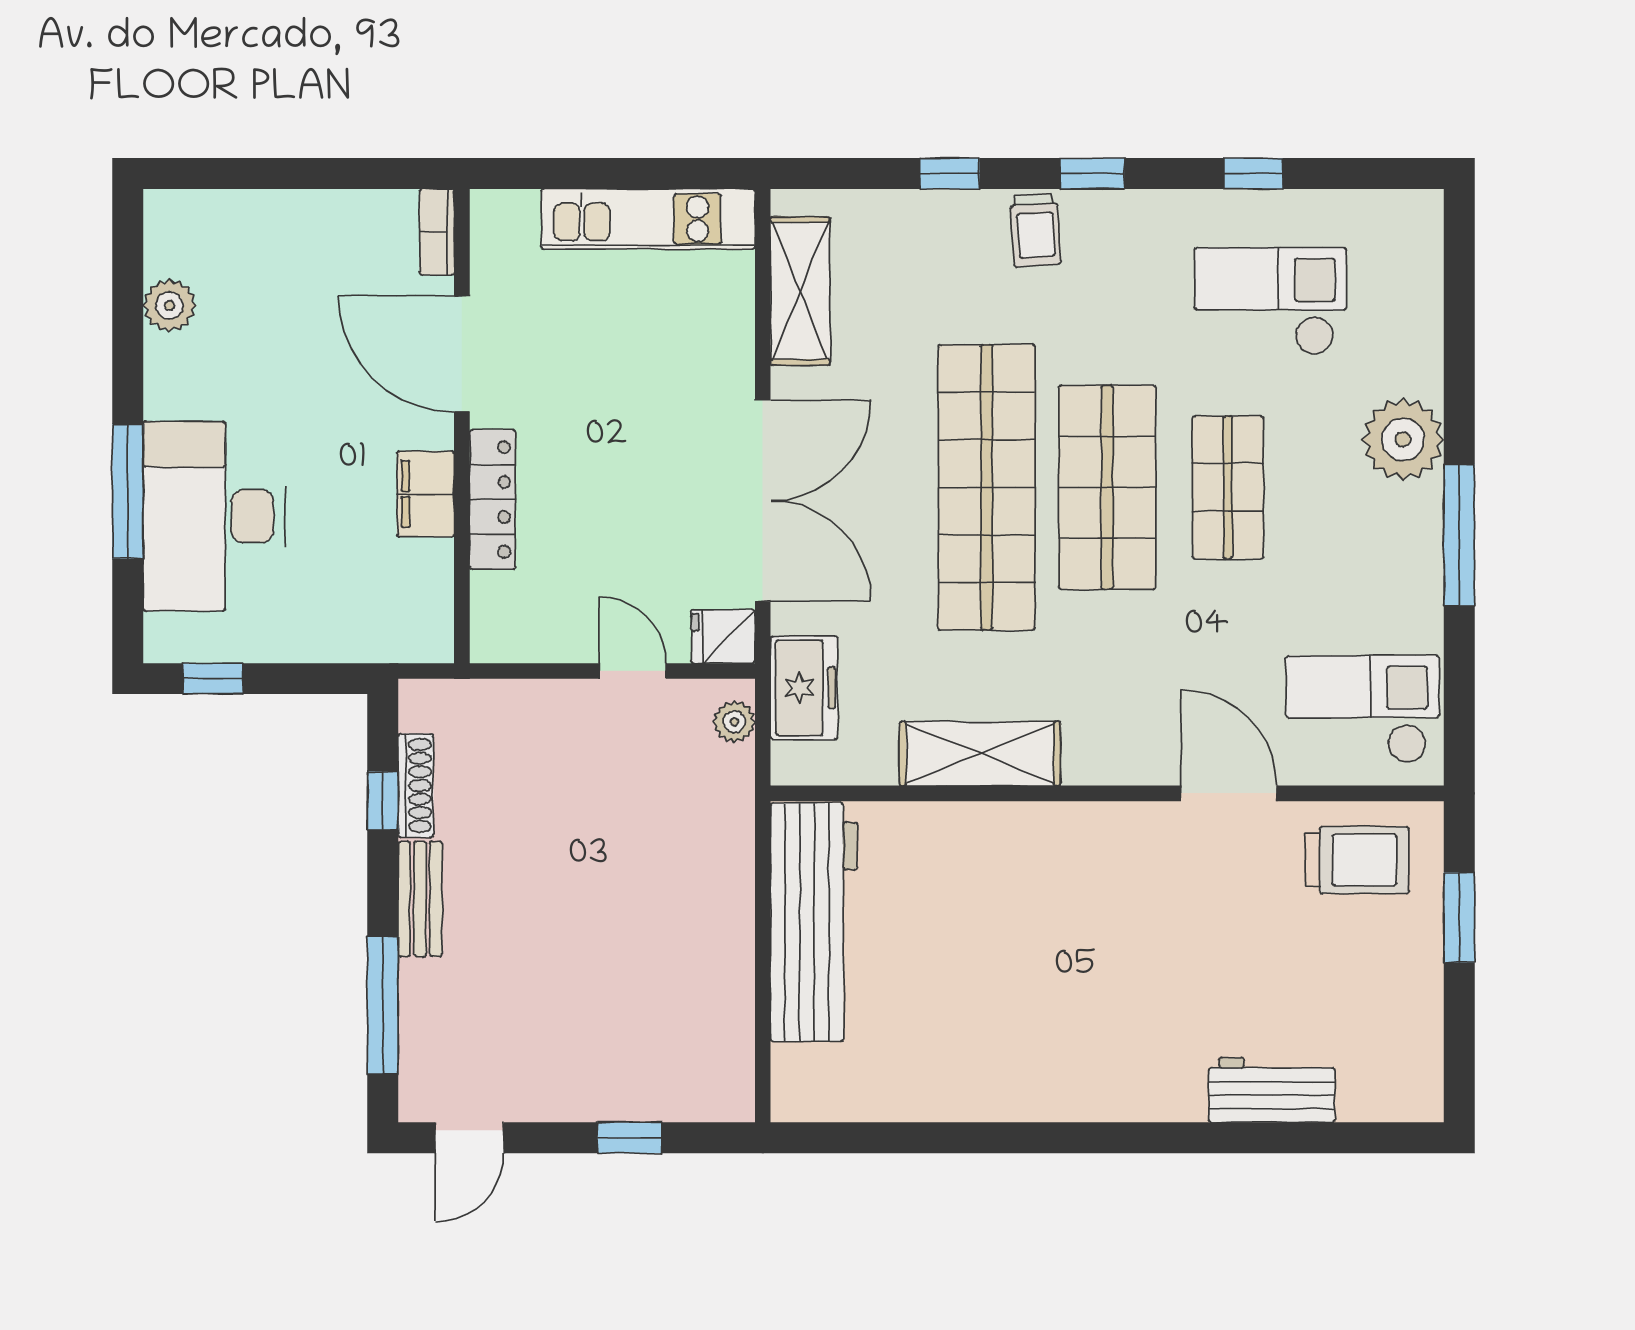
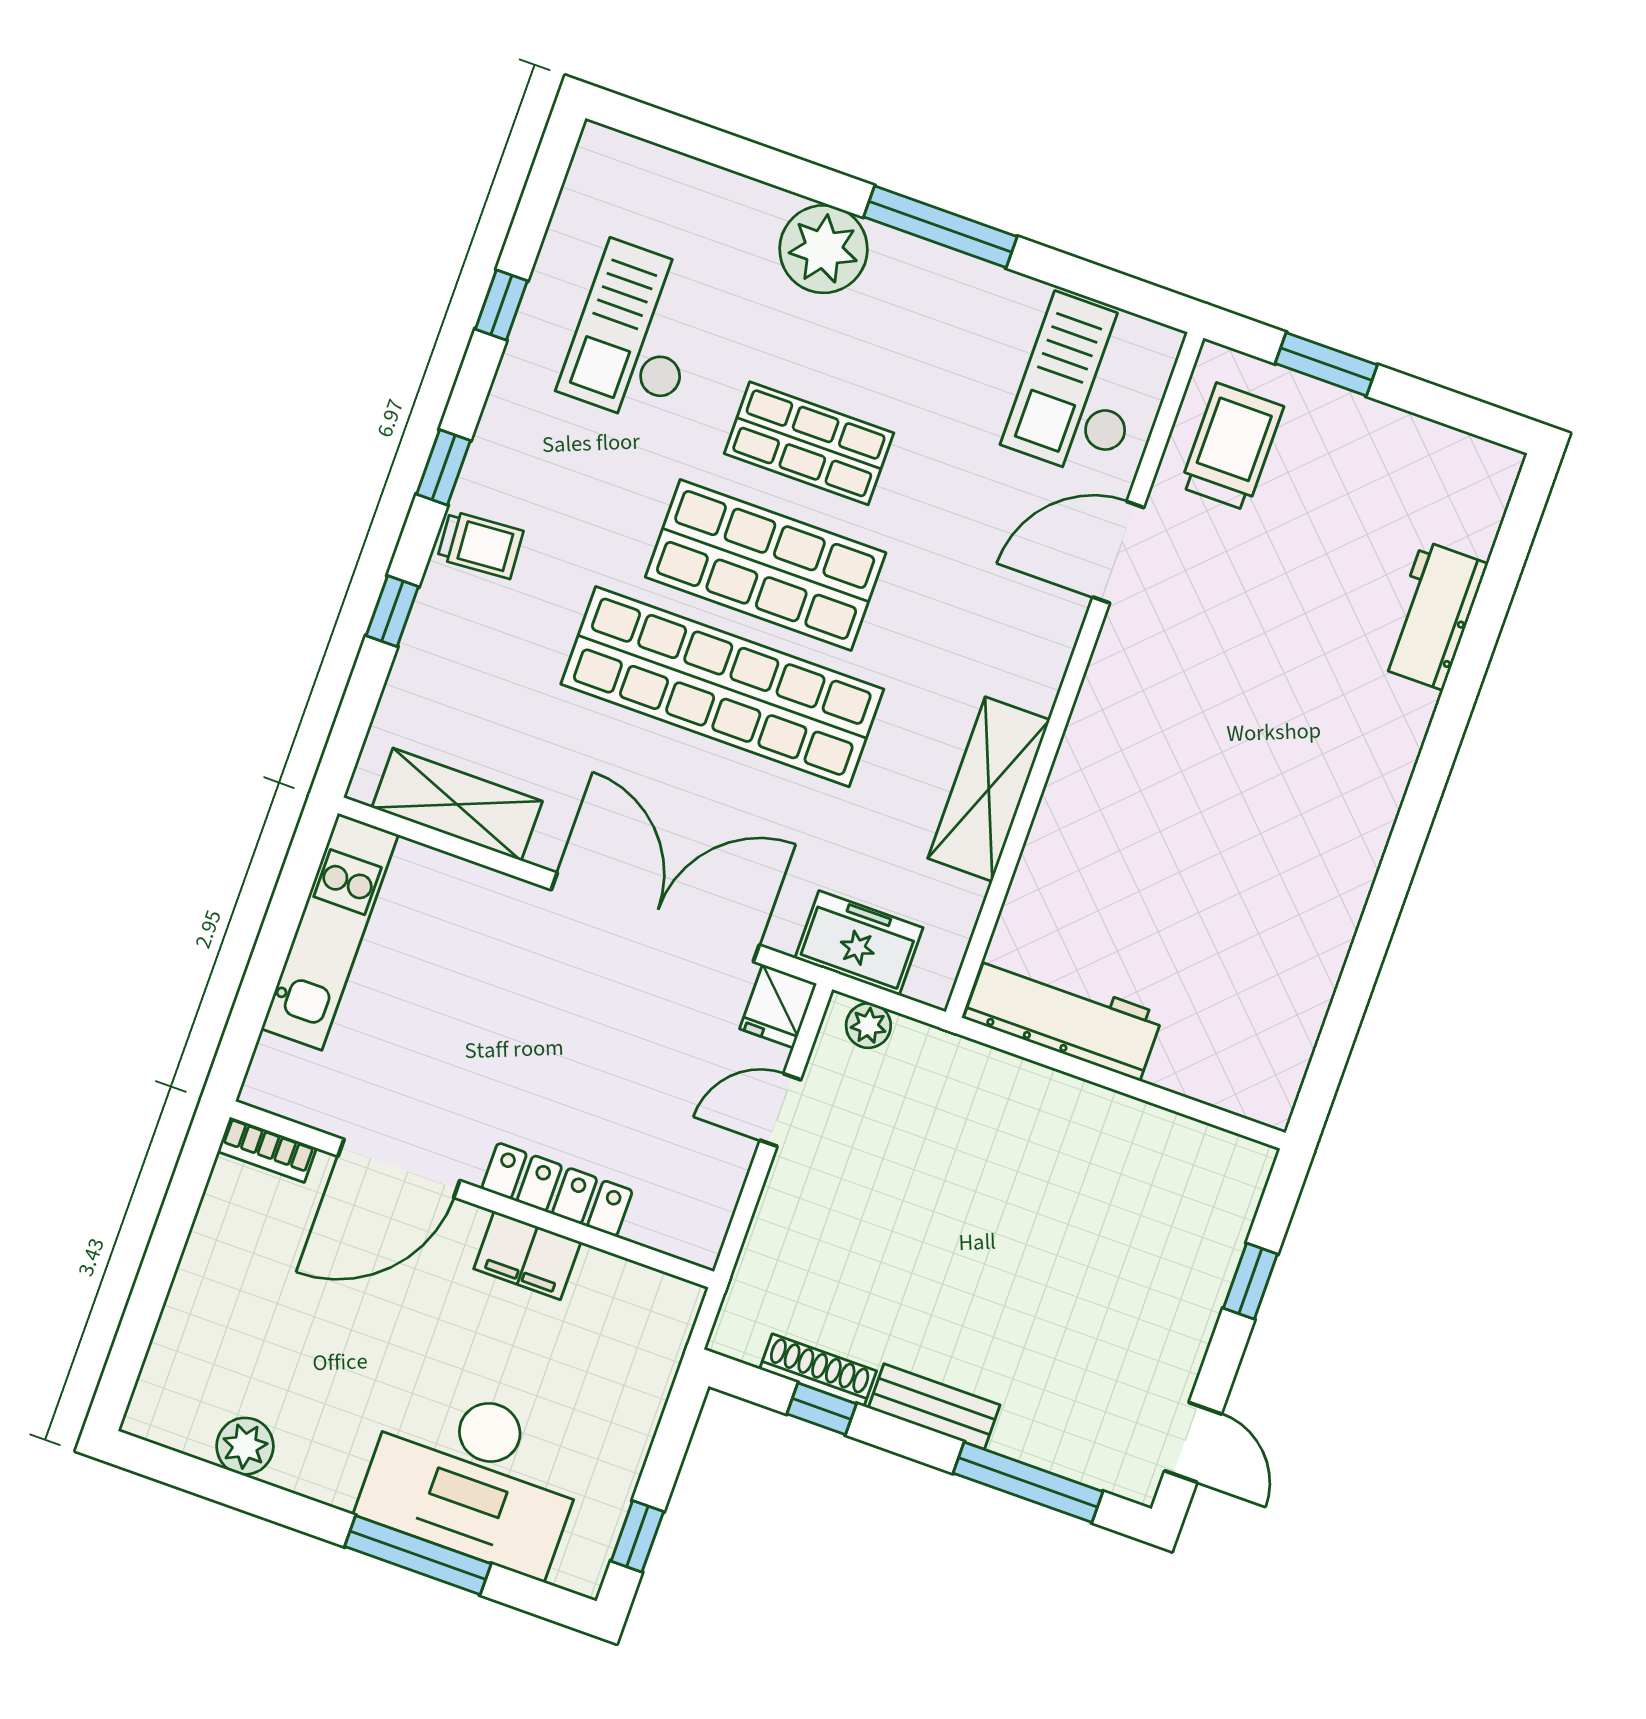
workbench: (814, 922) -> (1063, 1017), width x0.73, depth x0.76

